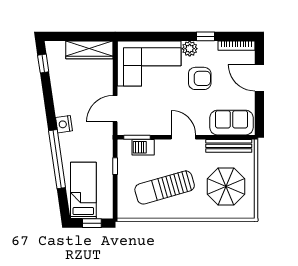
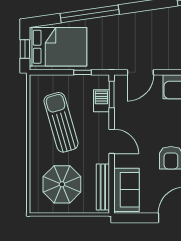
door: (115, 109) -> (140, 72), swing flipped
nightstand: (64, 124) -> (125, 21), removed
door: (183, 137) -> (112, 141), hinge flipped
bed: (83, 190) -> (58, 47), width x1.50

